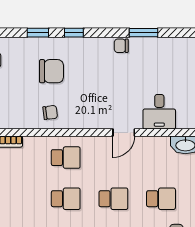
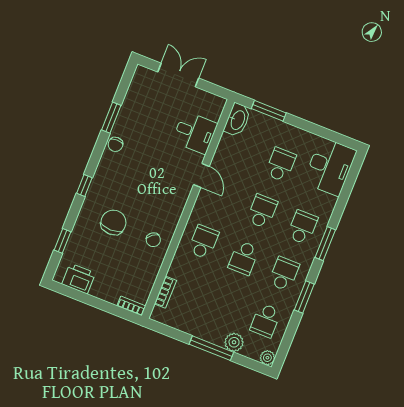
window: (38, 33) -> (62, 241), moved
chair: (50, 112) -> (153, 240), turned 150
school desk: (66, 199) -> (244, 258), turned 180

